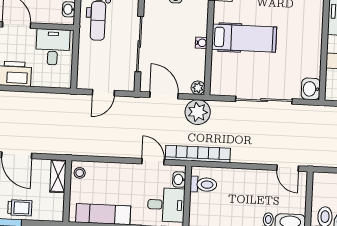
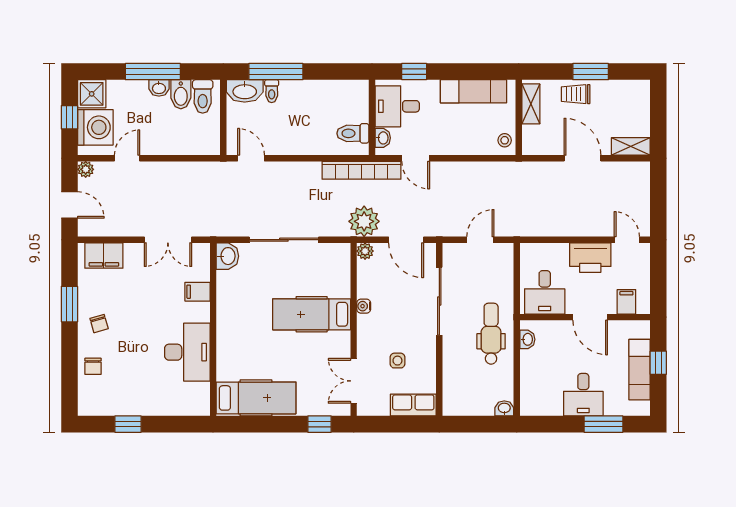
shelving: (58, 176) -> (531, 104), moved

